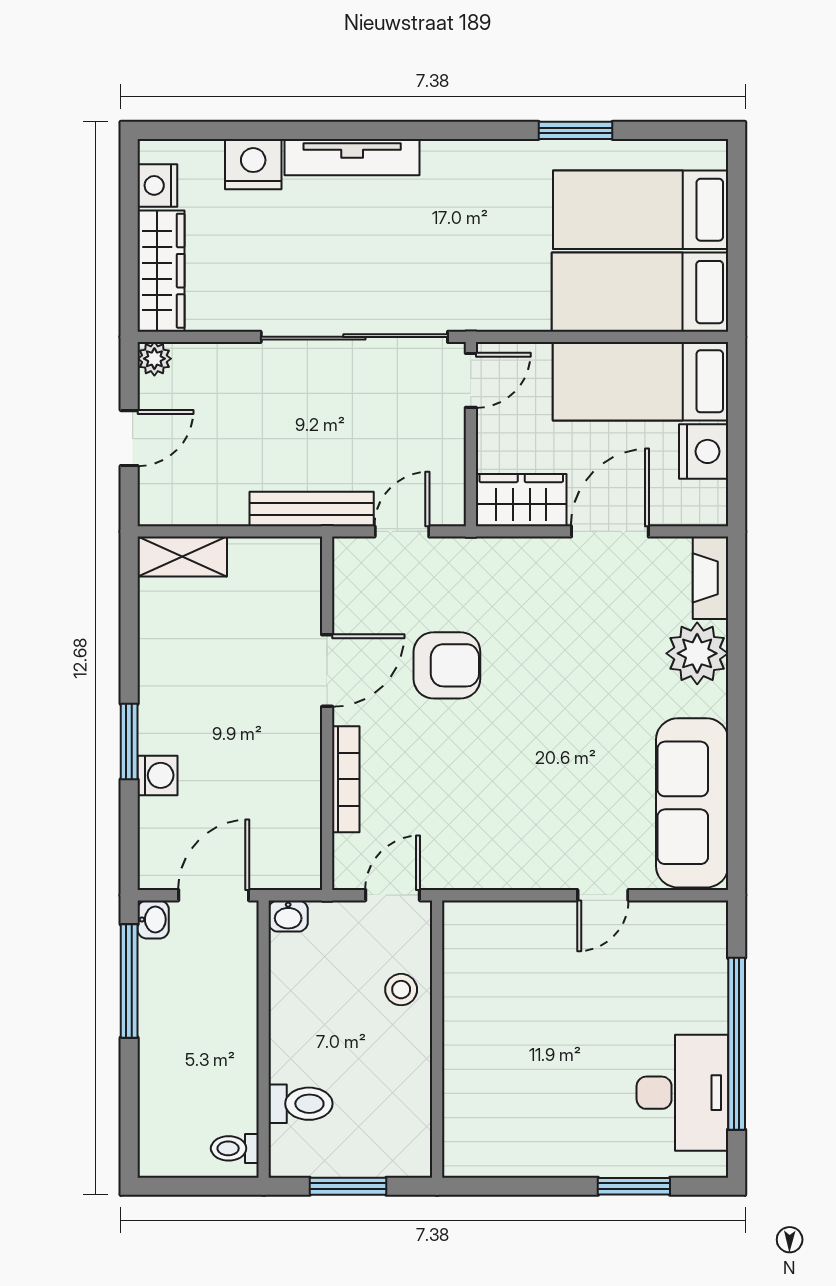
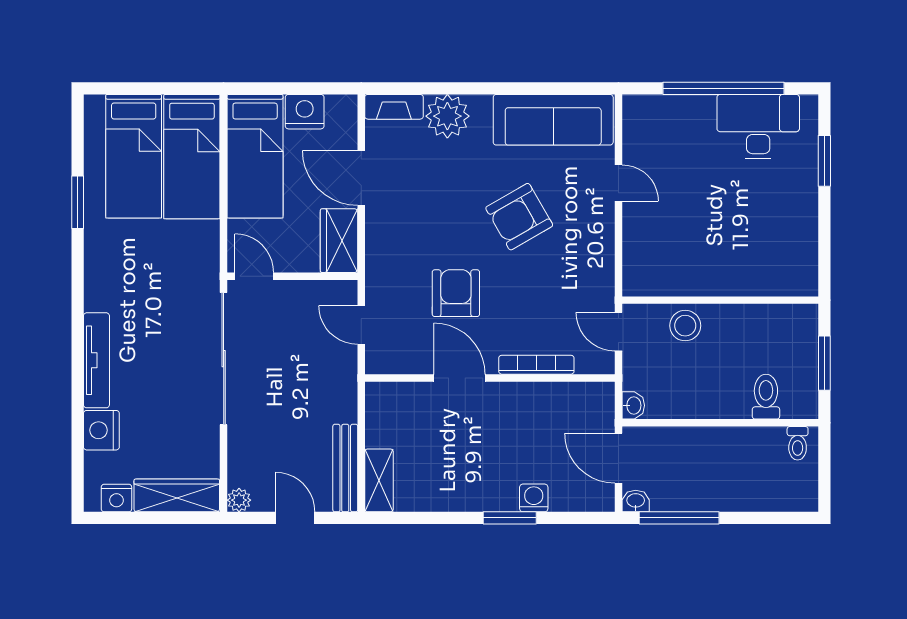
bench: (312, 509) -> (345, 468), moved
armchair: (555, 755) -> (519, 217), added
stool: (401, 990) -> (685, 326), width x1.37, depth x1.37

